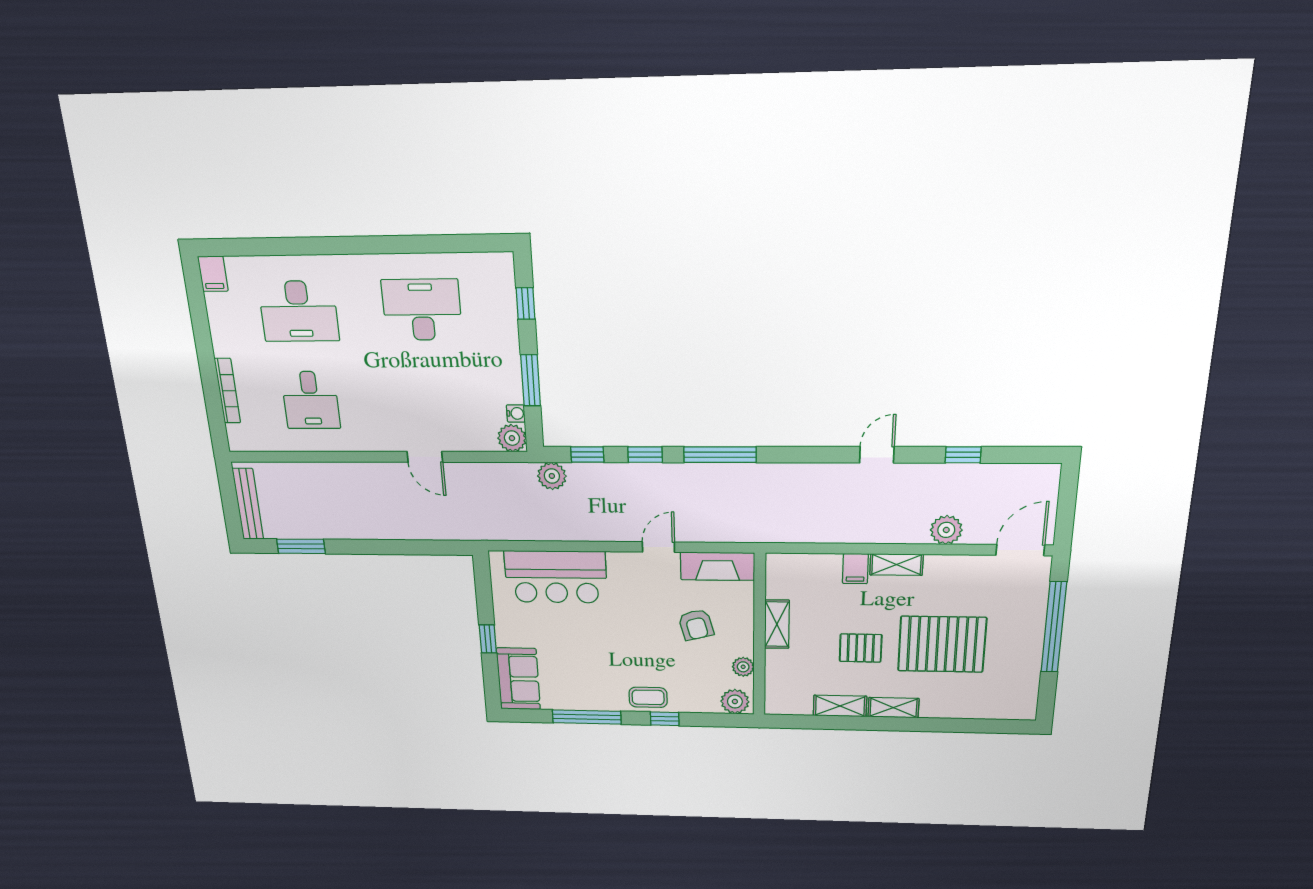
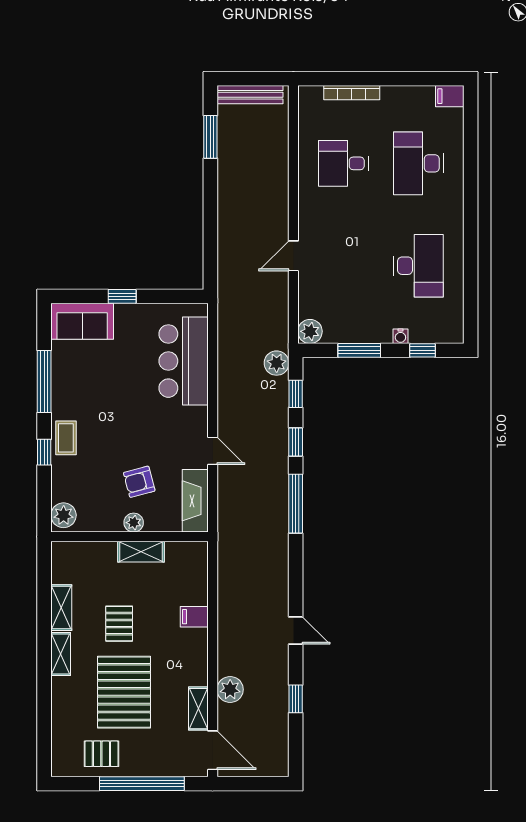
water cooler: (516, 413) -> (400, 336), moved
shelving: (896, 565) -> (198, 709), moved
plant: (743, 667) -> (134, 523), moved
pallet: (1014, 669) -> (101, 754), added

